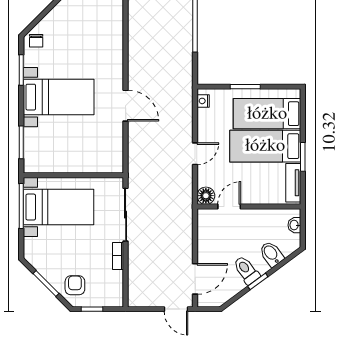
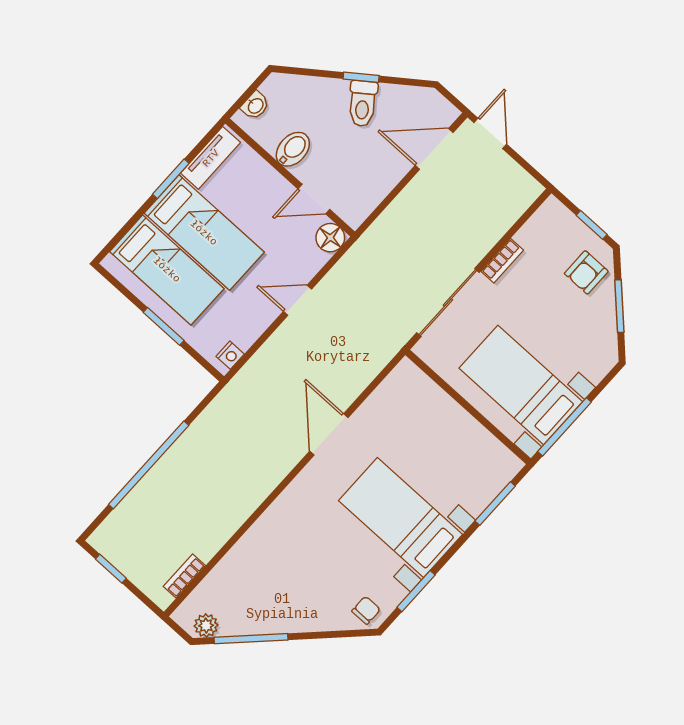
bidet: (271, 254) -> (293, 149), moved, turned -143

